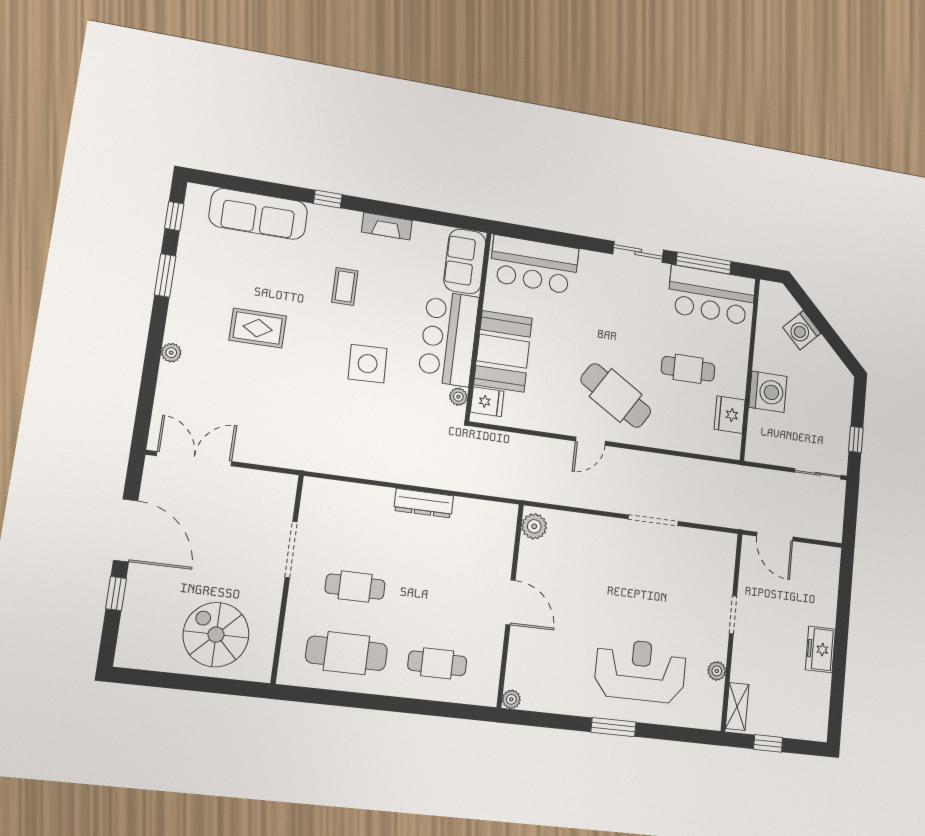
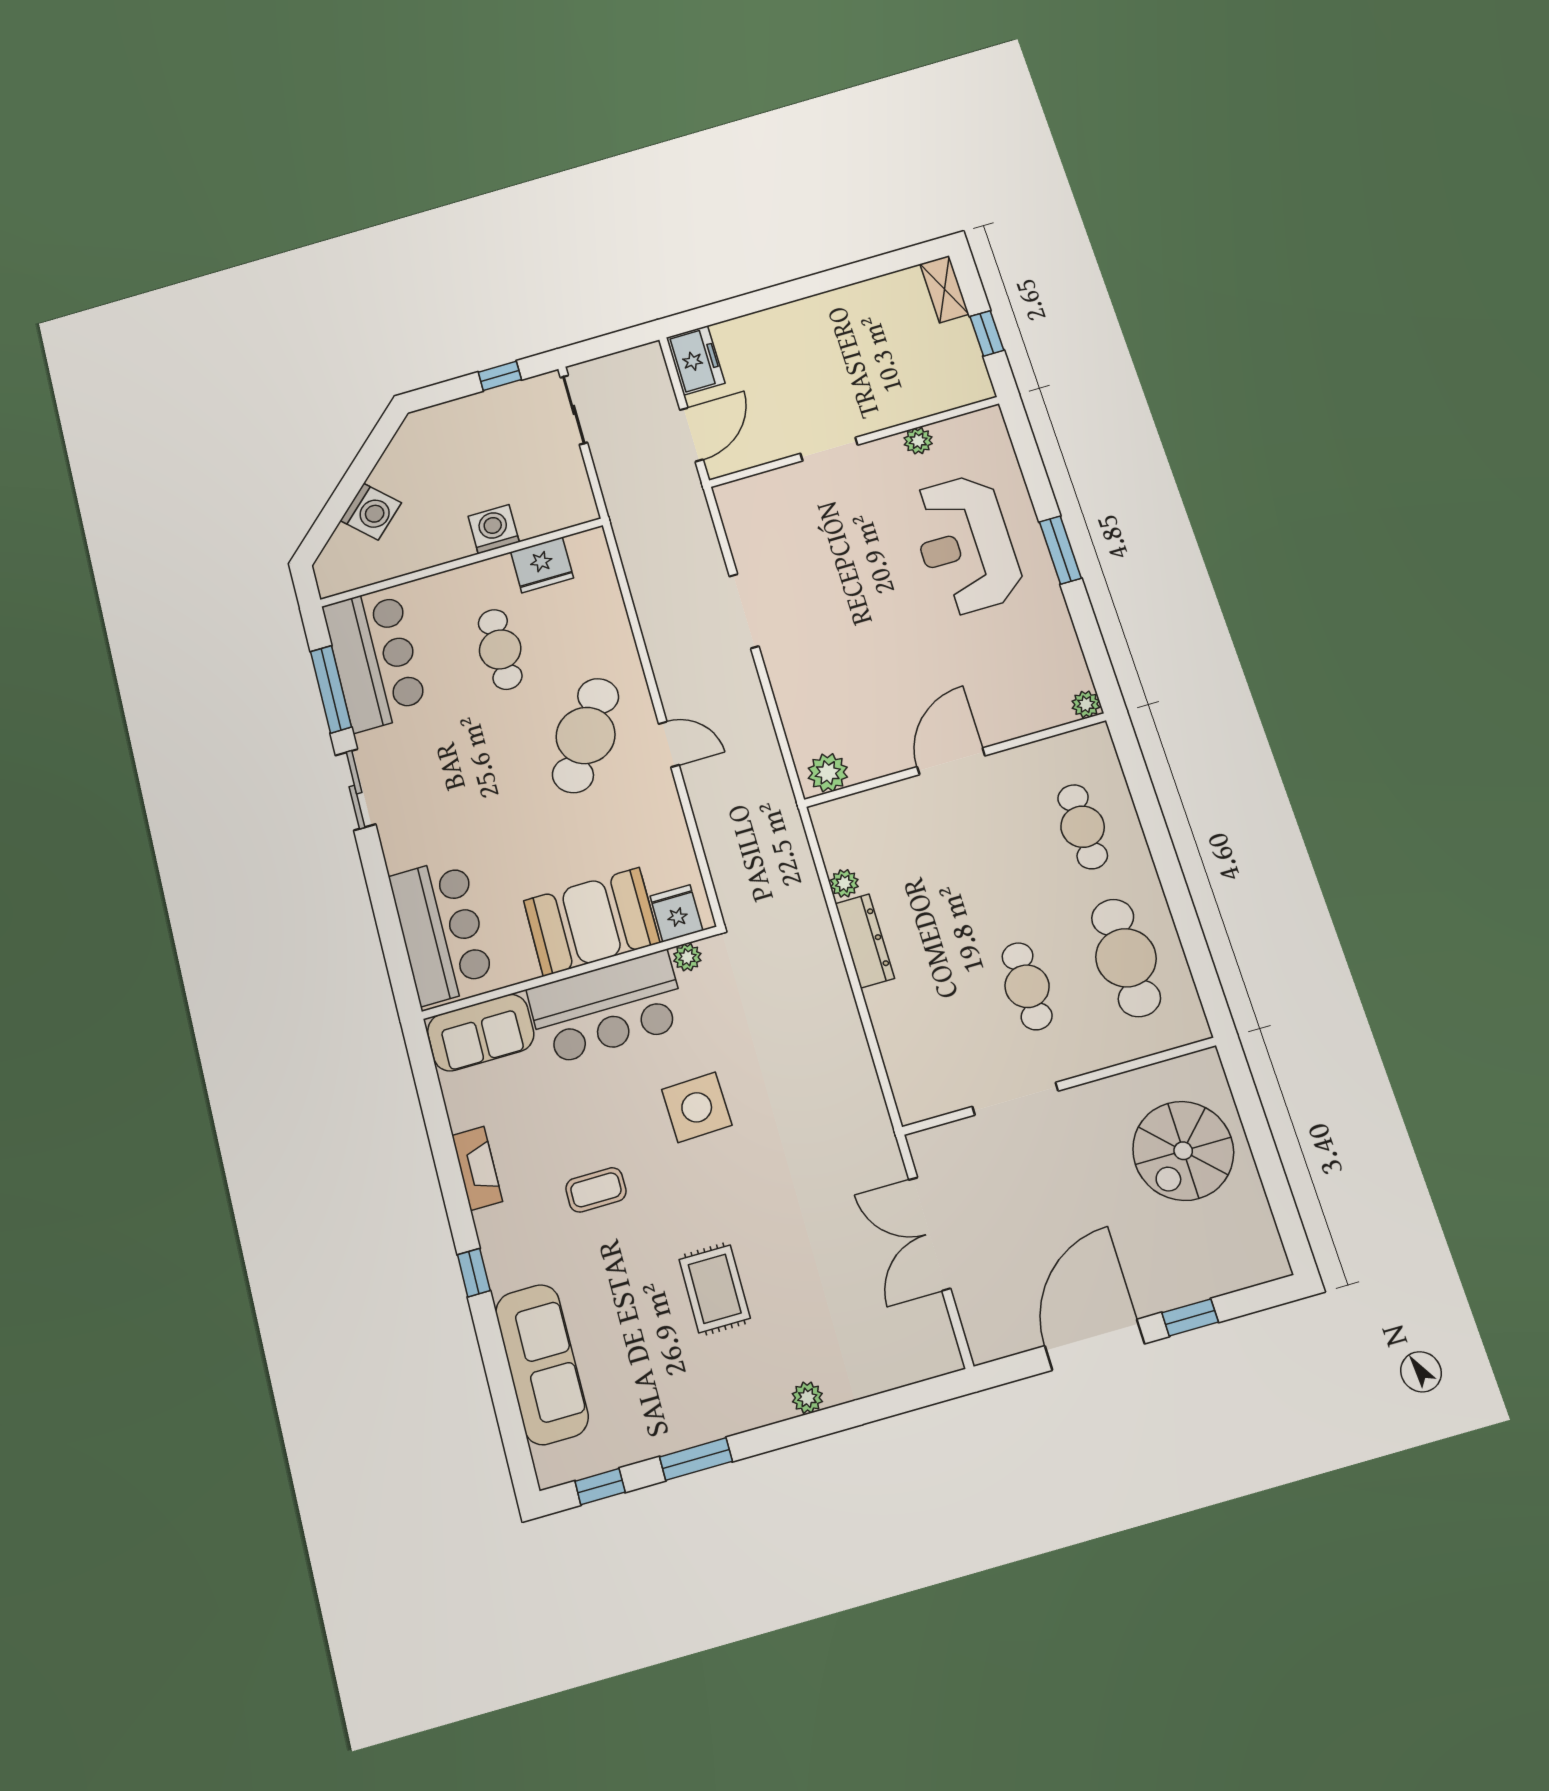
washing machine: (768, 392) -> (494, 529), width x0.73, depth x0.73
double door: (194, 459) -> (930, 1234), moved
plant: (463, 507) -> (844, 883), added
freezer: (820, 649) -> (696, 360), moved, turned -90
shelving: (737, 706) -> (944, 289), moved, turned 90

